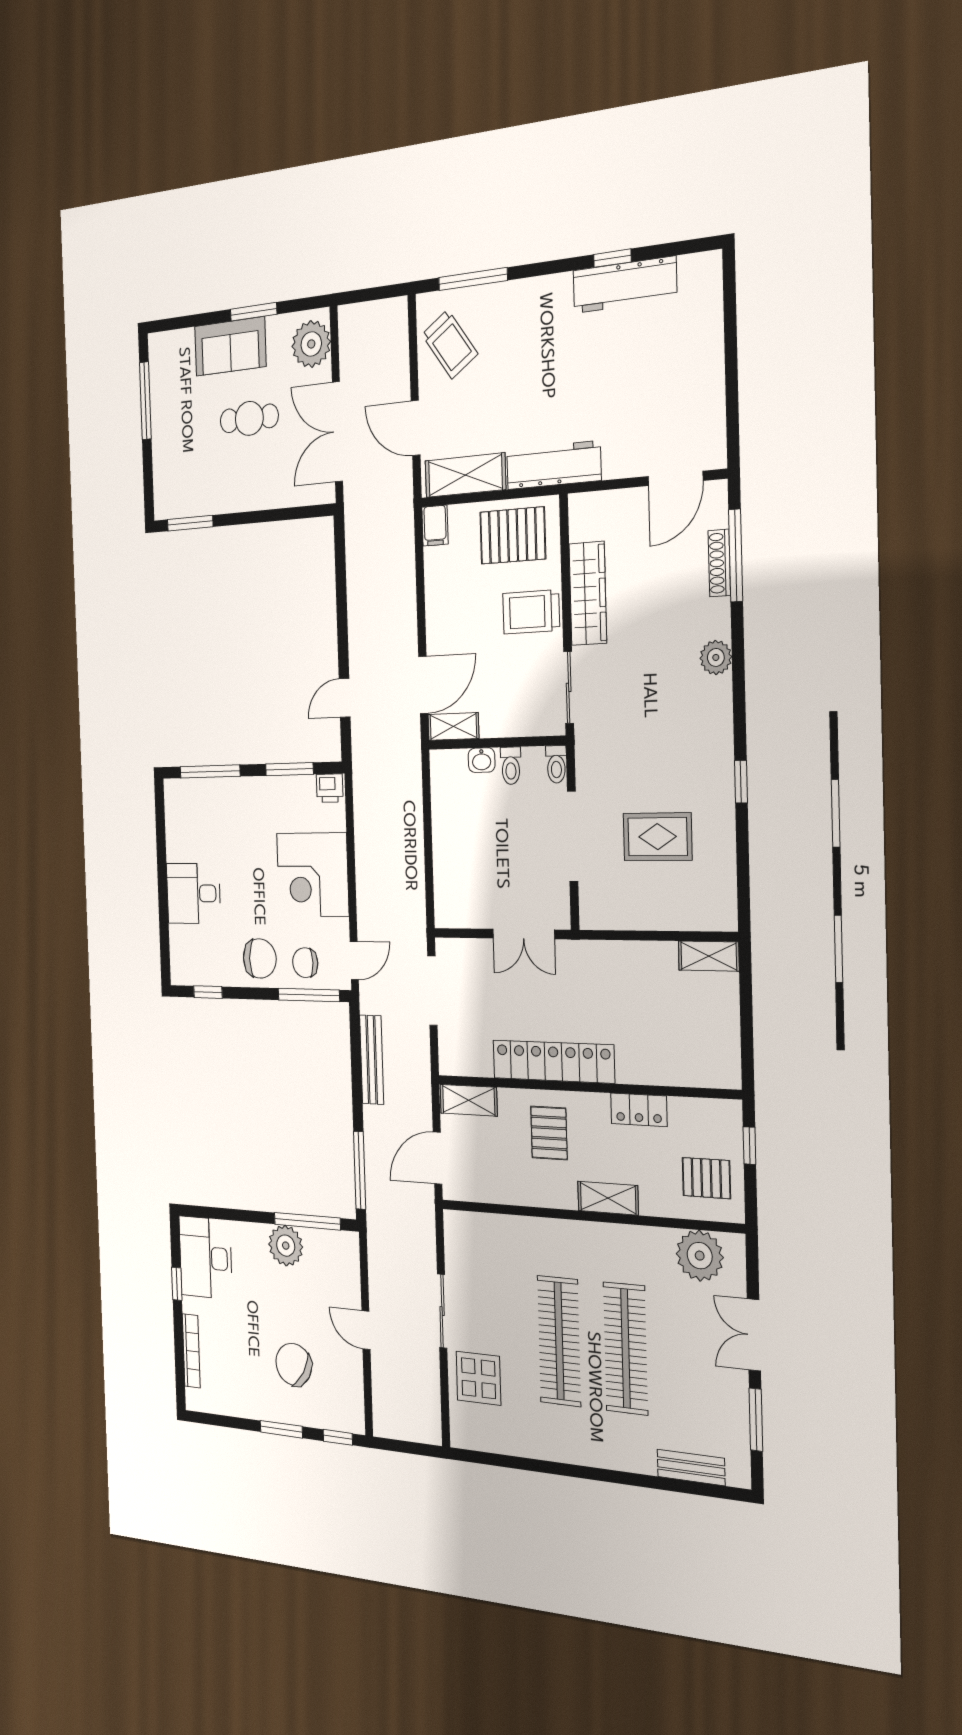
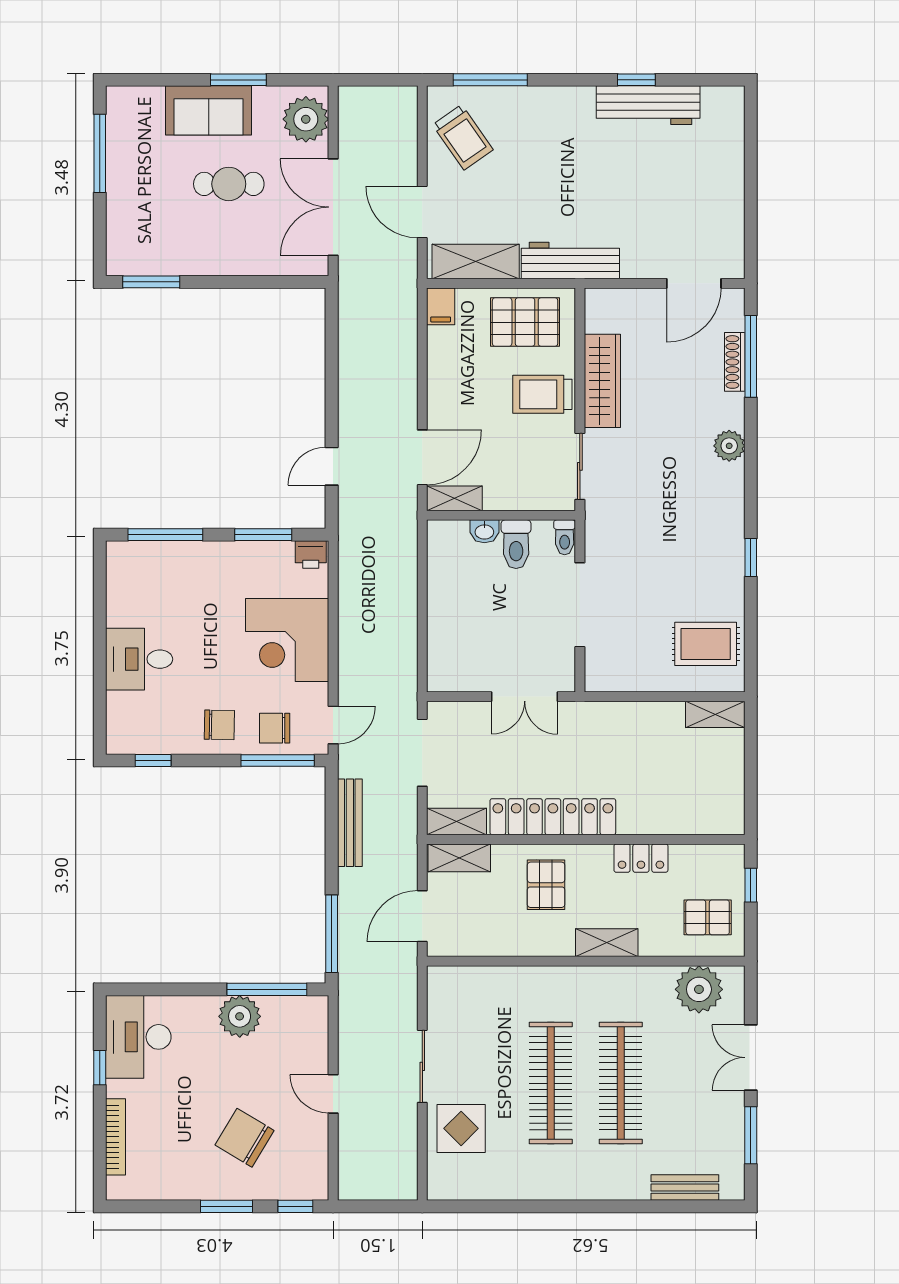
toilet: (511, 766) -> (516, 544), width x1.37, depth x1.39
rug: (657, 837) -> (706, 644), moved
chair: (260, 958) -> (219, 725), width x0.73, depth x0.73
shelving: (465, 1063) -> (456, 821), added

